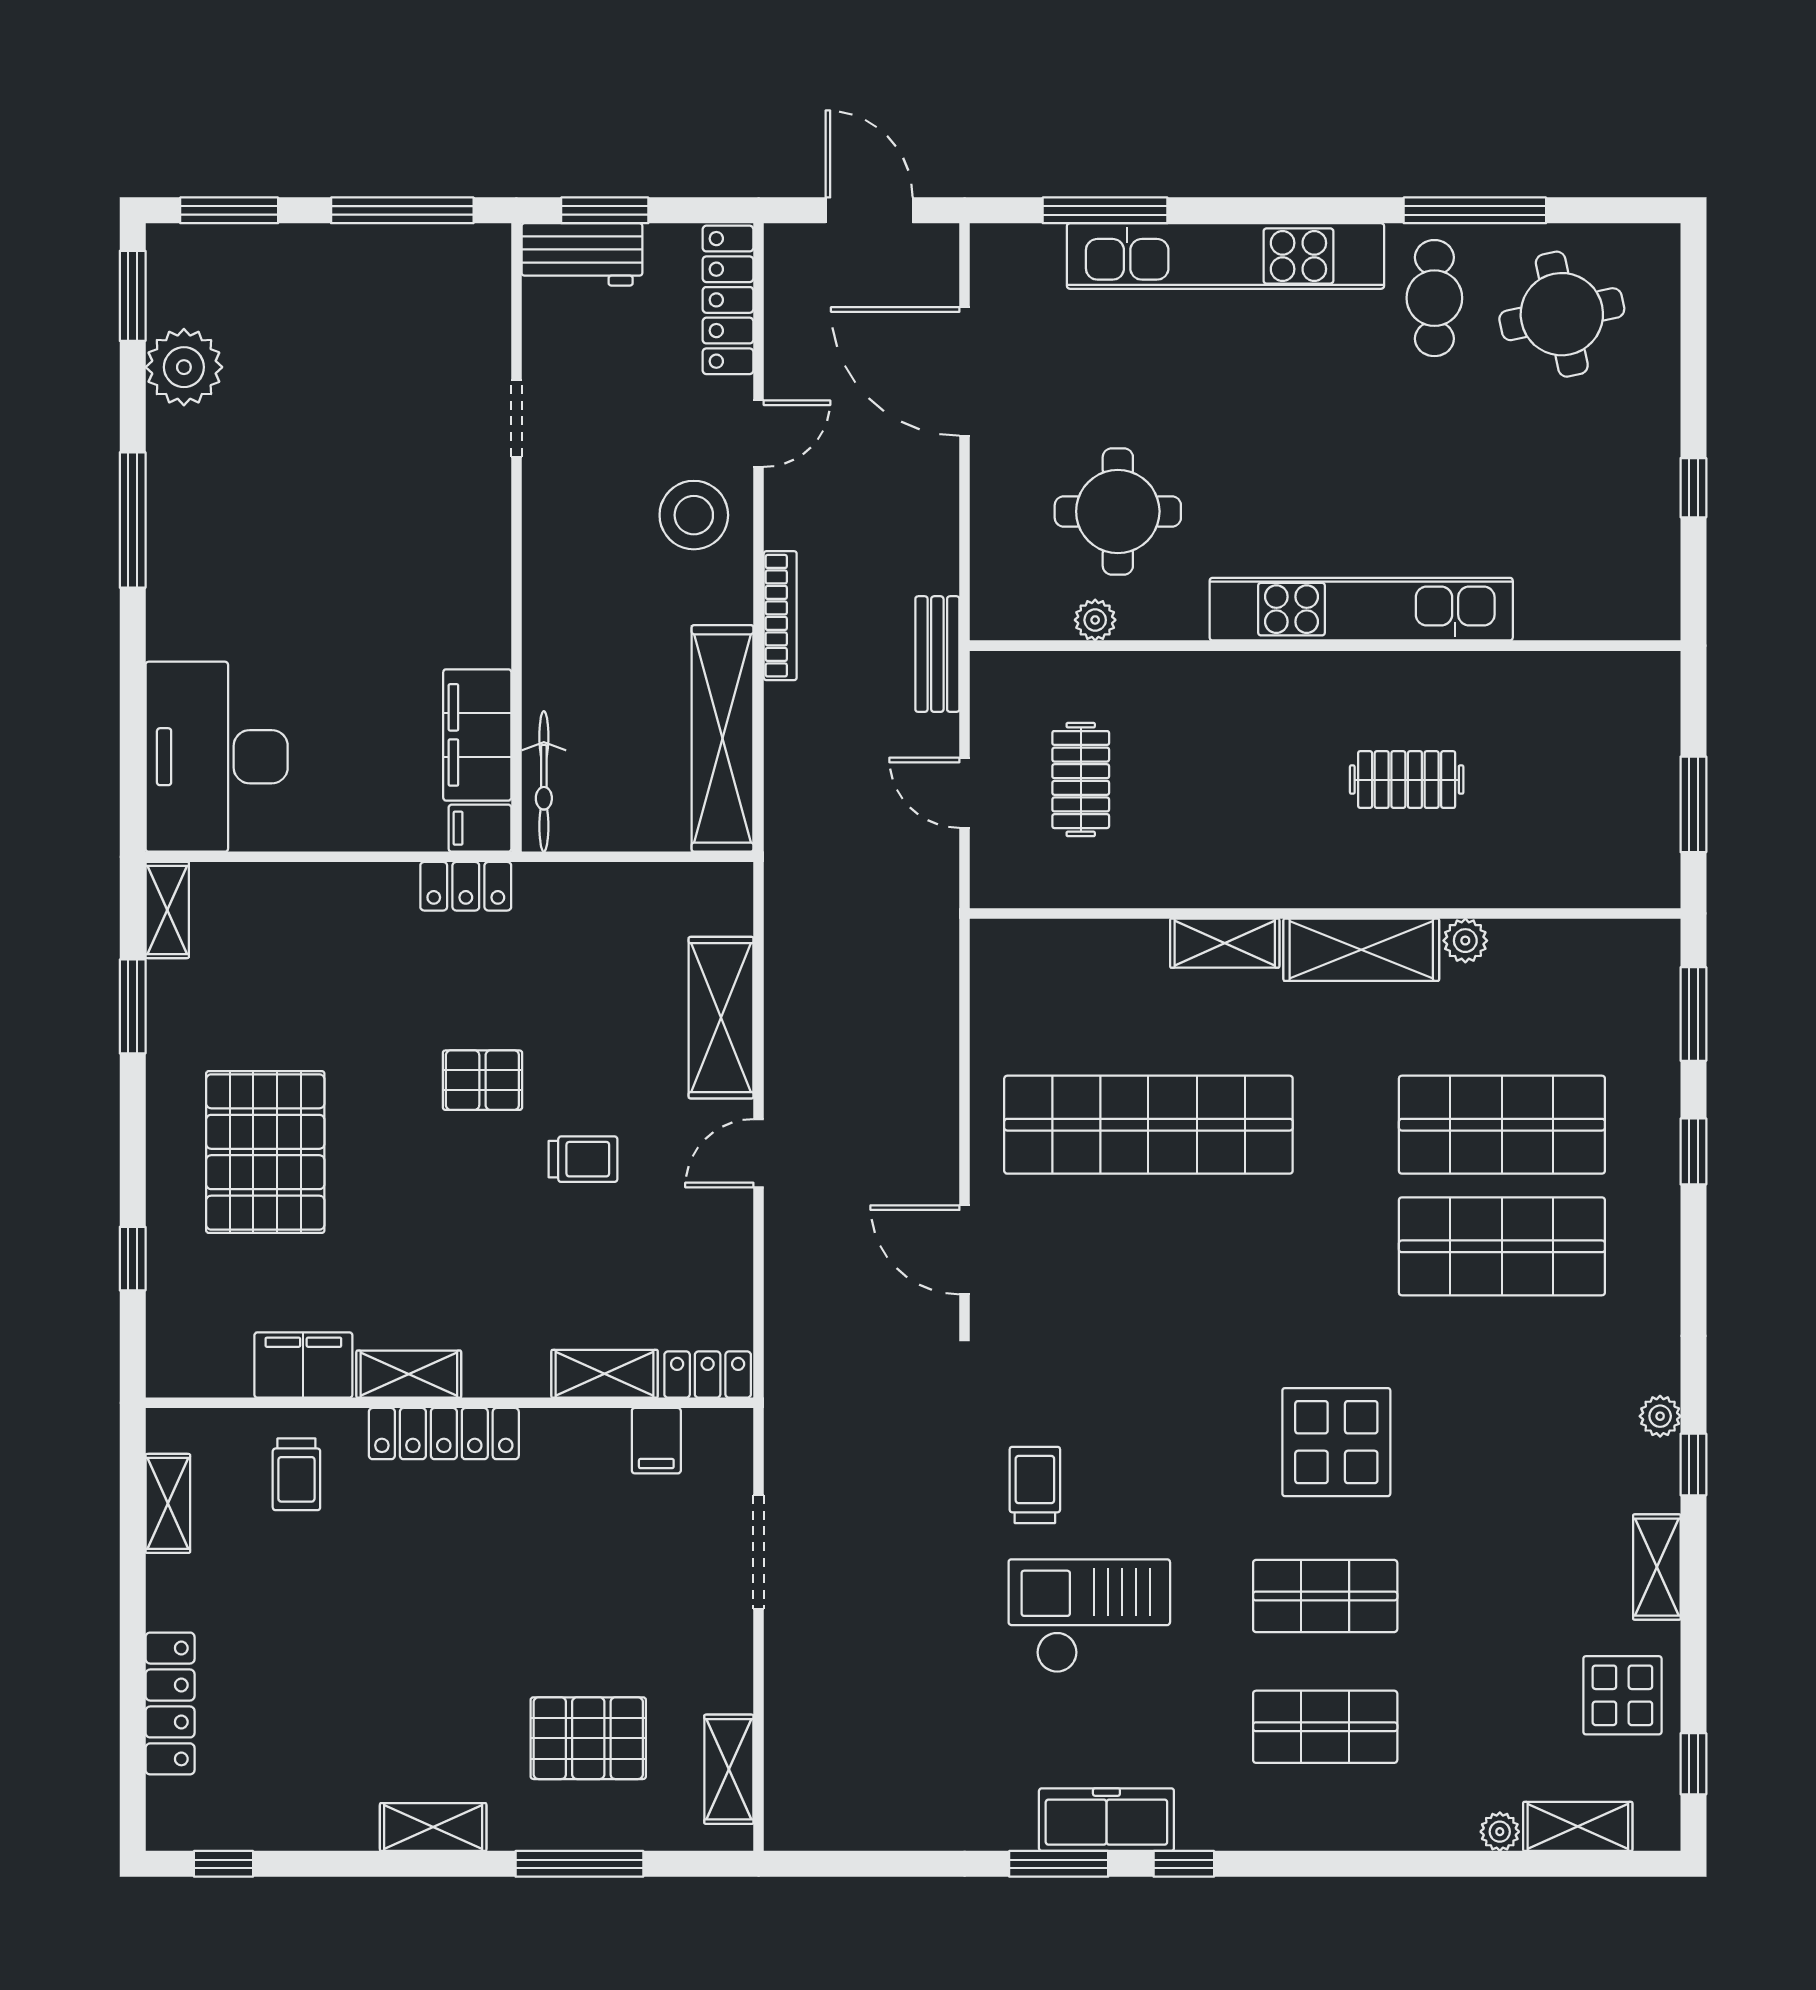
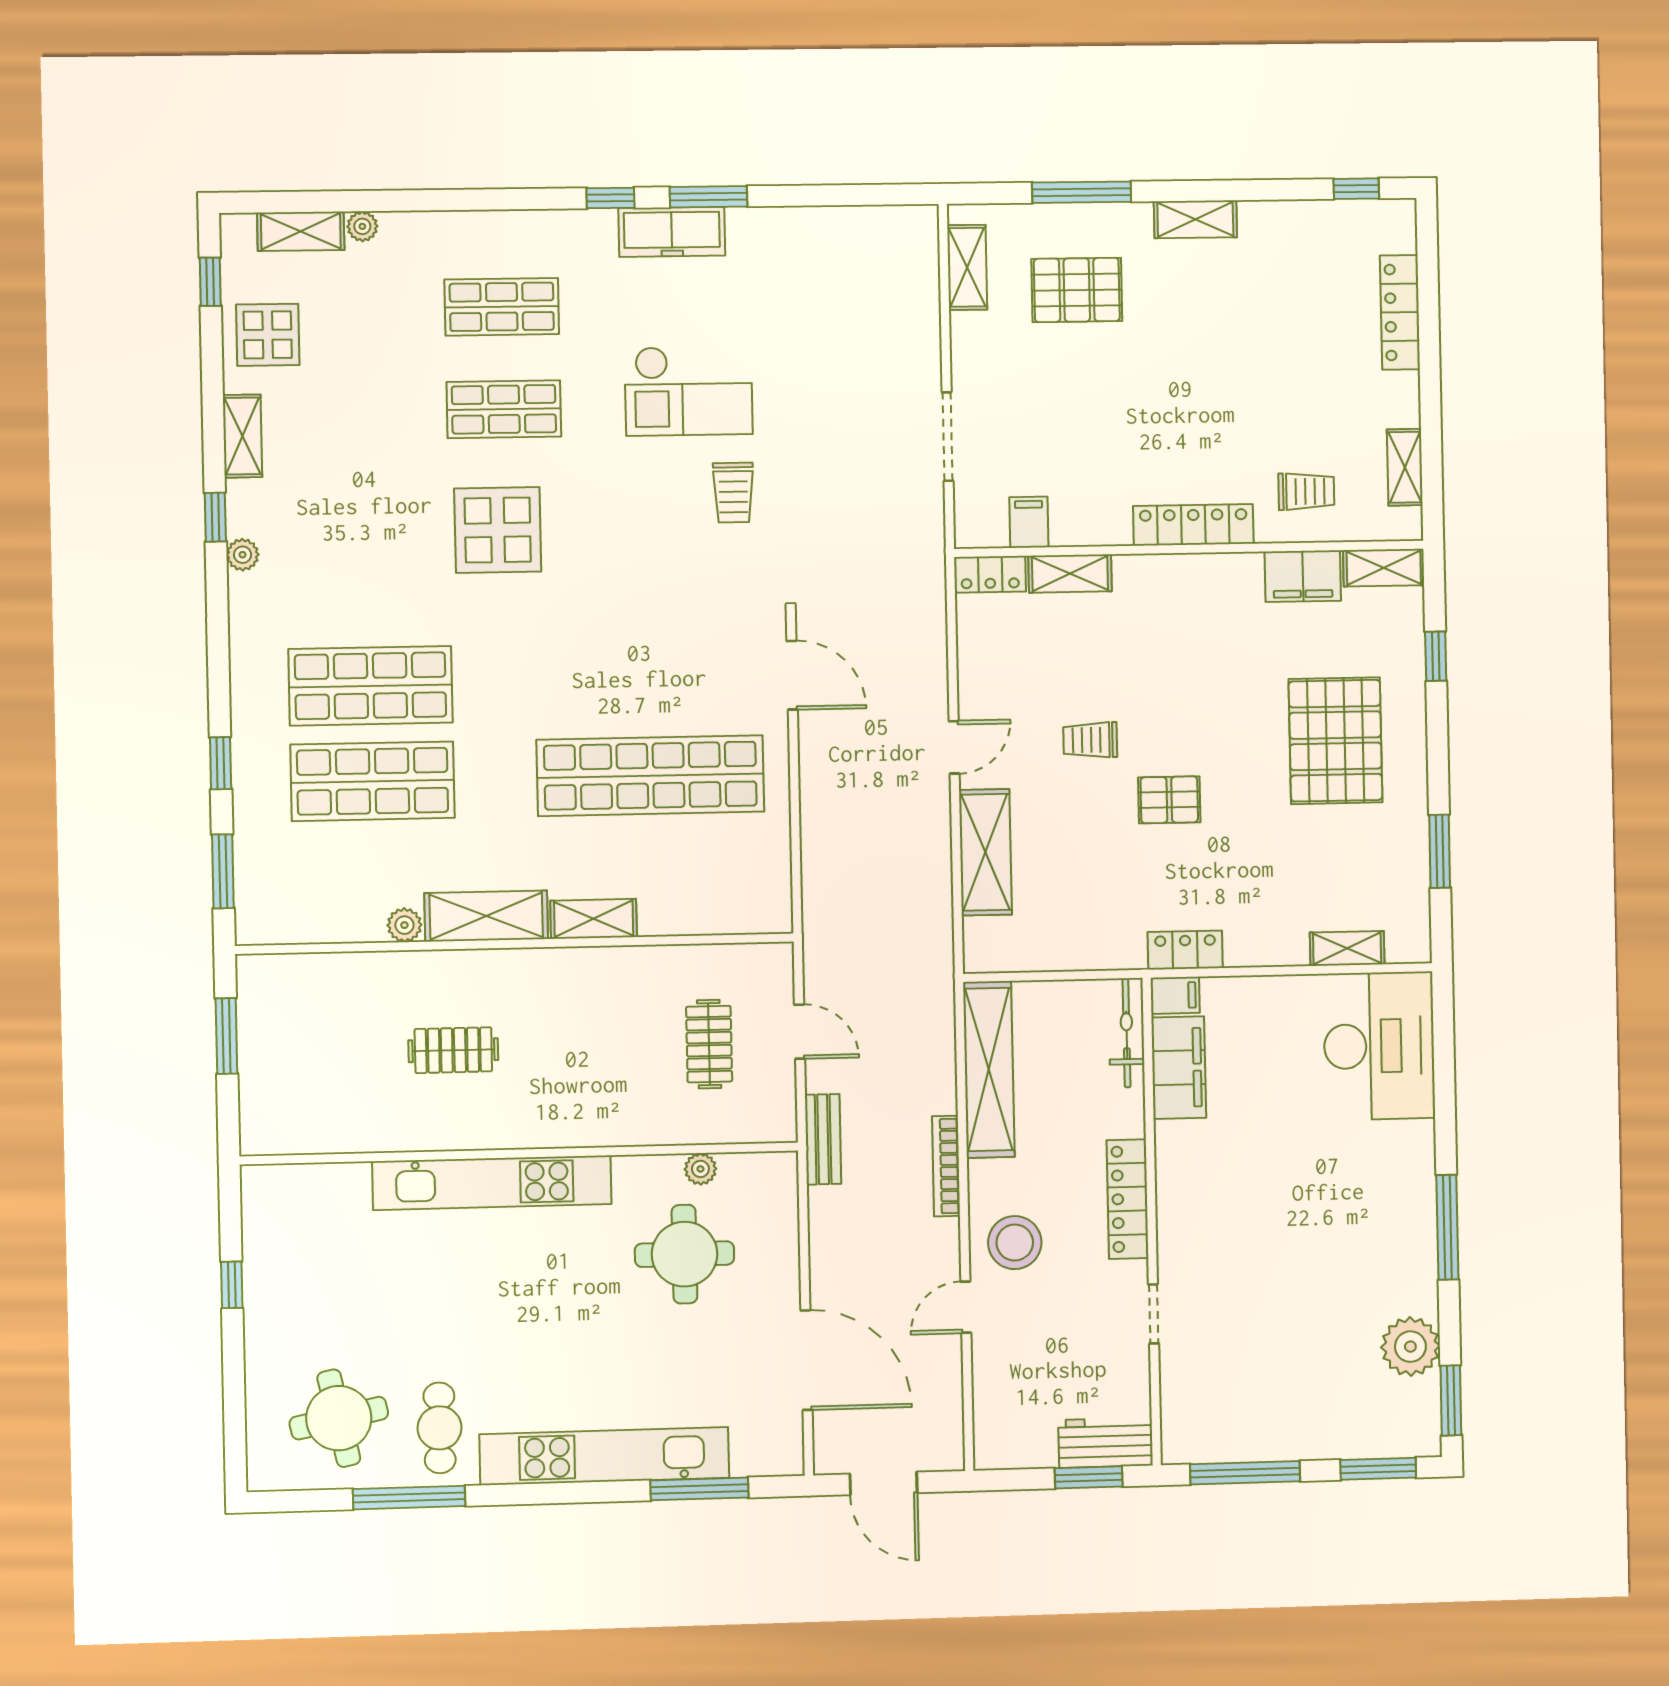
locker: (728, 300) -> (1128, 1199), moved, turned 180
shelving: (167, 910) -> (1347, 948), moved, turned 90
shelving: (409, 1374) -> (1384, 568), moved
trolley: (296, 1474) -> (1306, 491), turned 90

